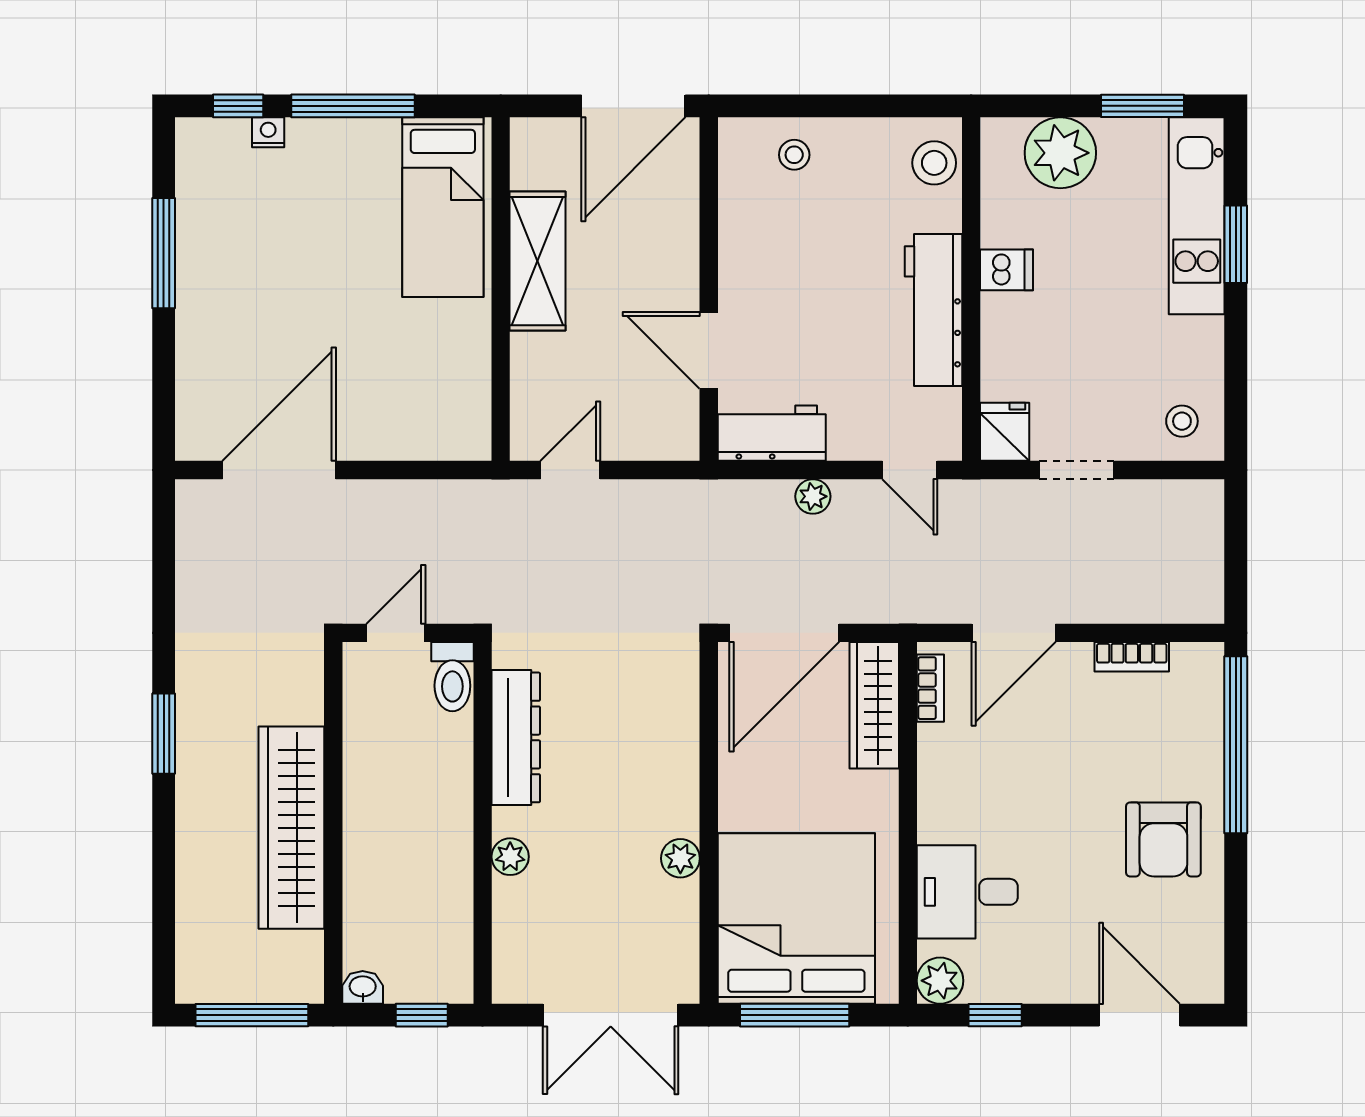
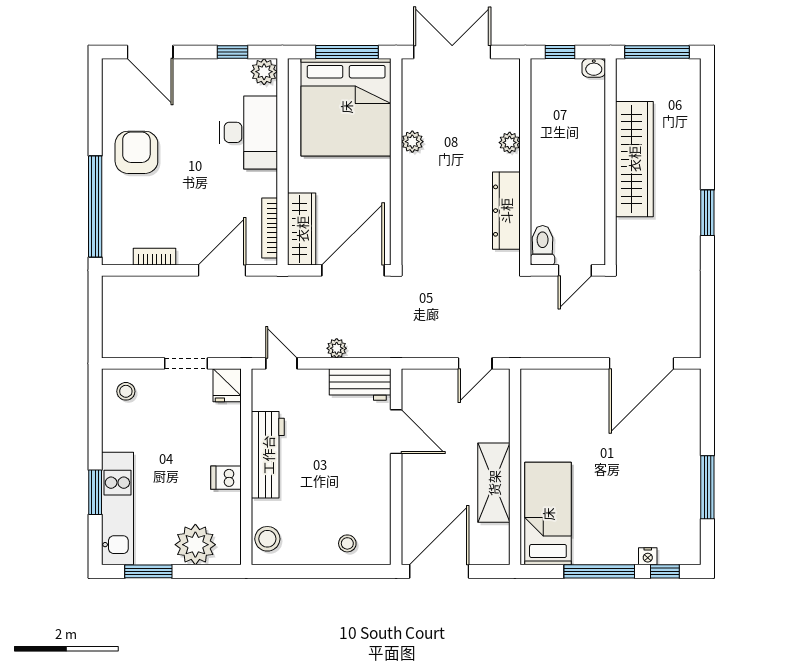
bookcase: (930, 688) -> (270, 228), width x1.56
desk: (967, 892) -> (248, 132), width x1.37

